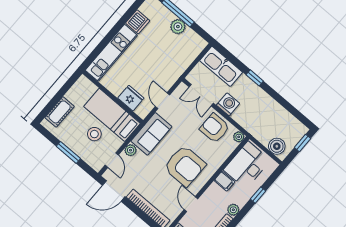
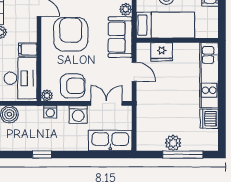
window: (255, 78) -> (42, 155), moved
washing machine: (246, 123) -> (50, 112), added
armchair: (185, 166) -> (71, 34), turned 90

